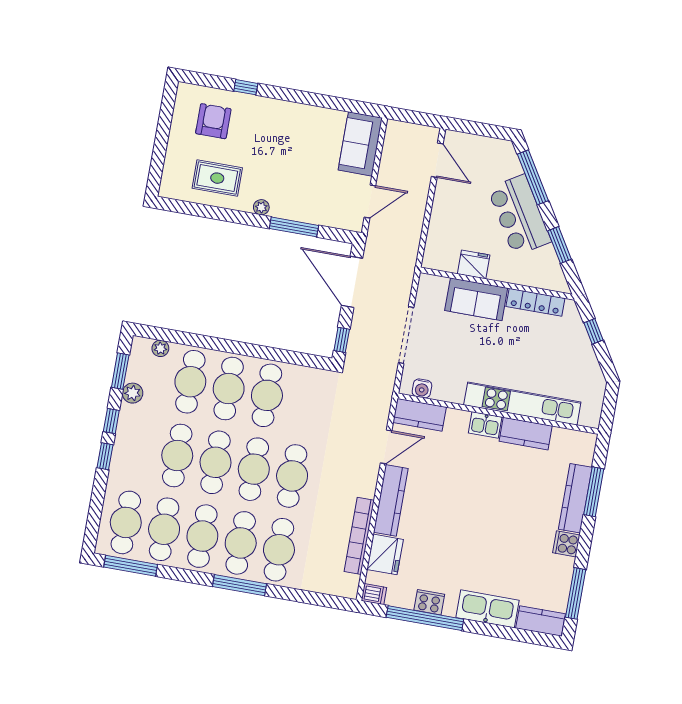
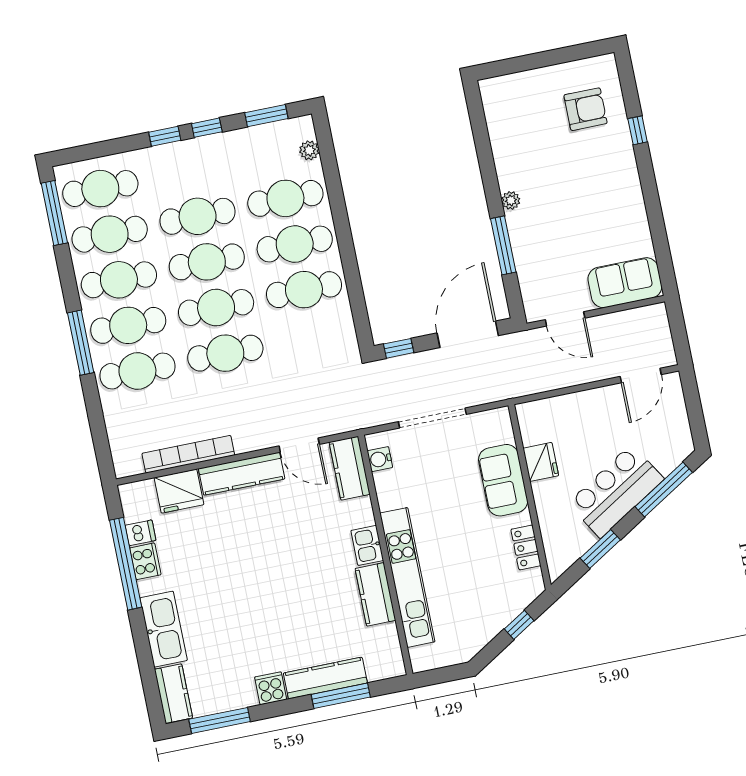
rug: (217, 178) -> (524, 139), removed
locker: (535, 302) -> (526, 547), width x0.66
plant: (133, 393) -> (247, 139), removed
dishwasher: (374, 594) -> (140, 533), moved, turned -90

